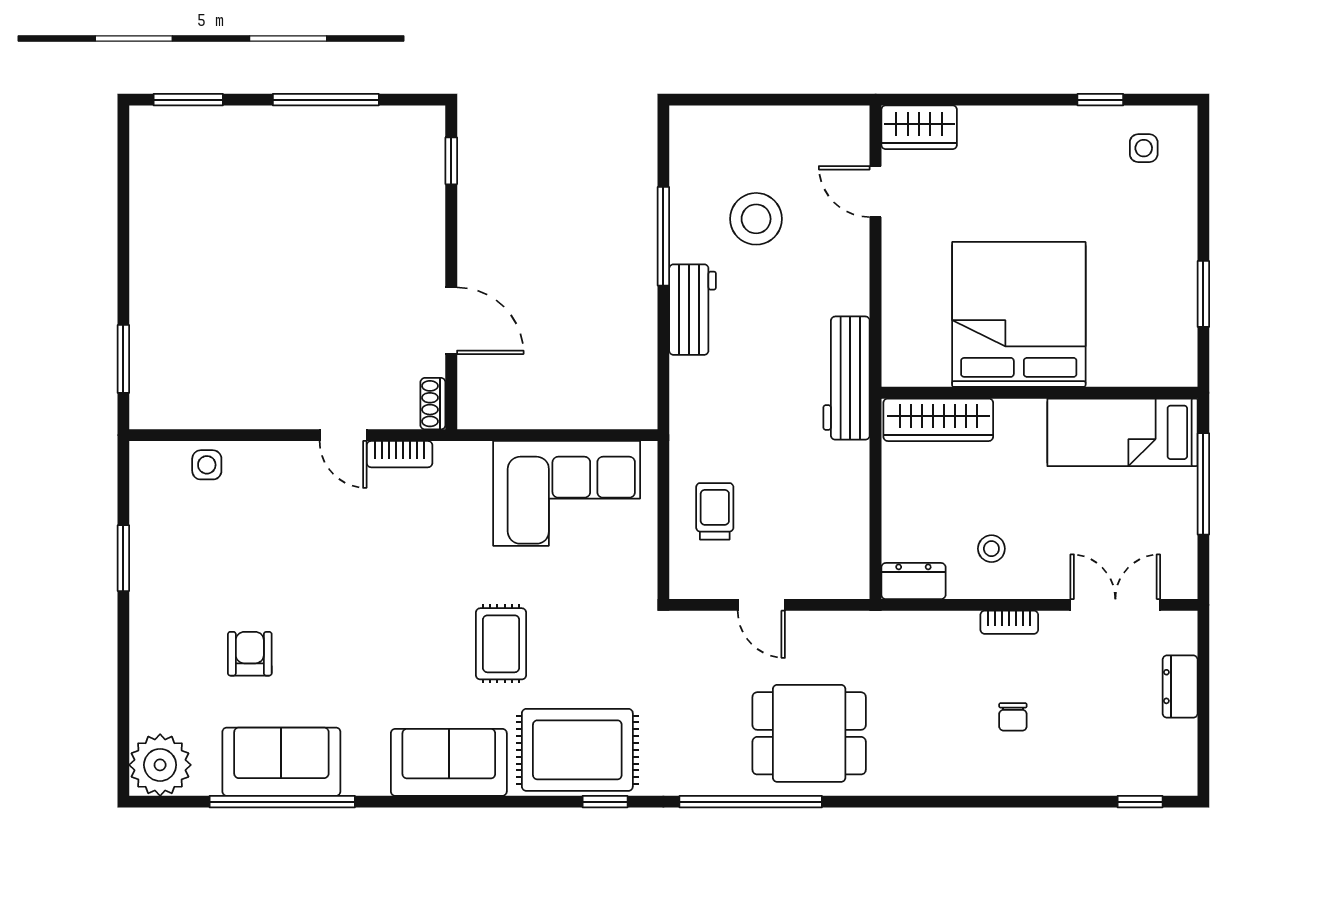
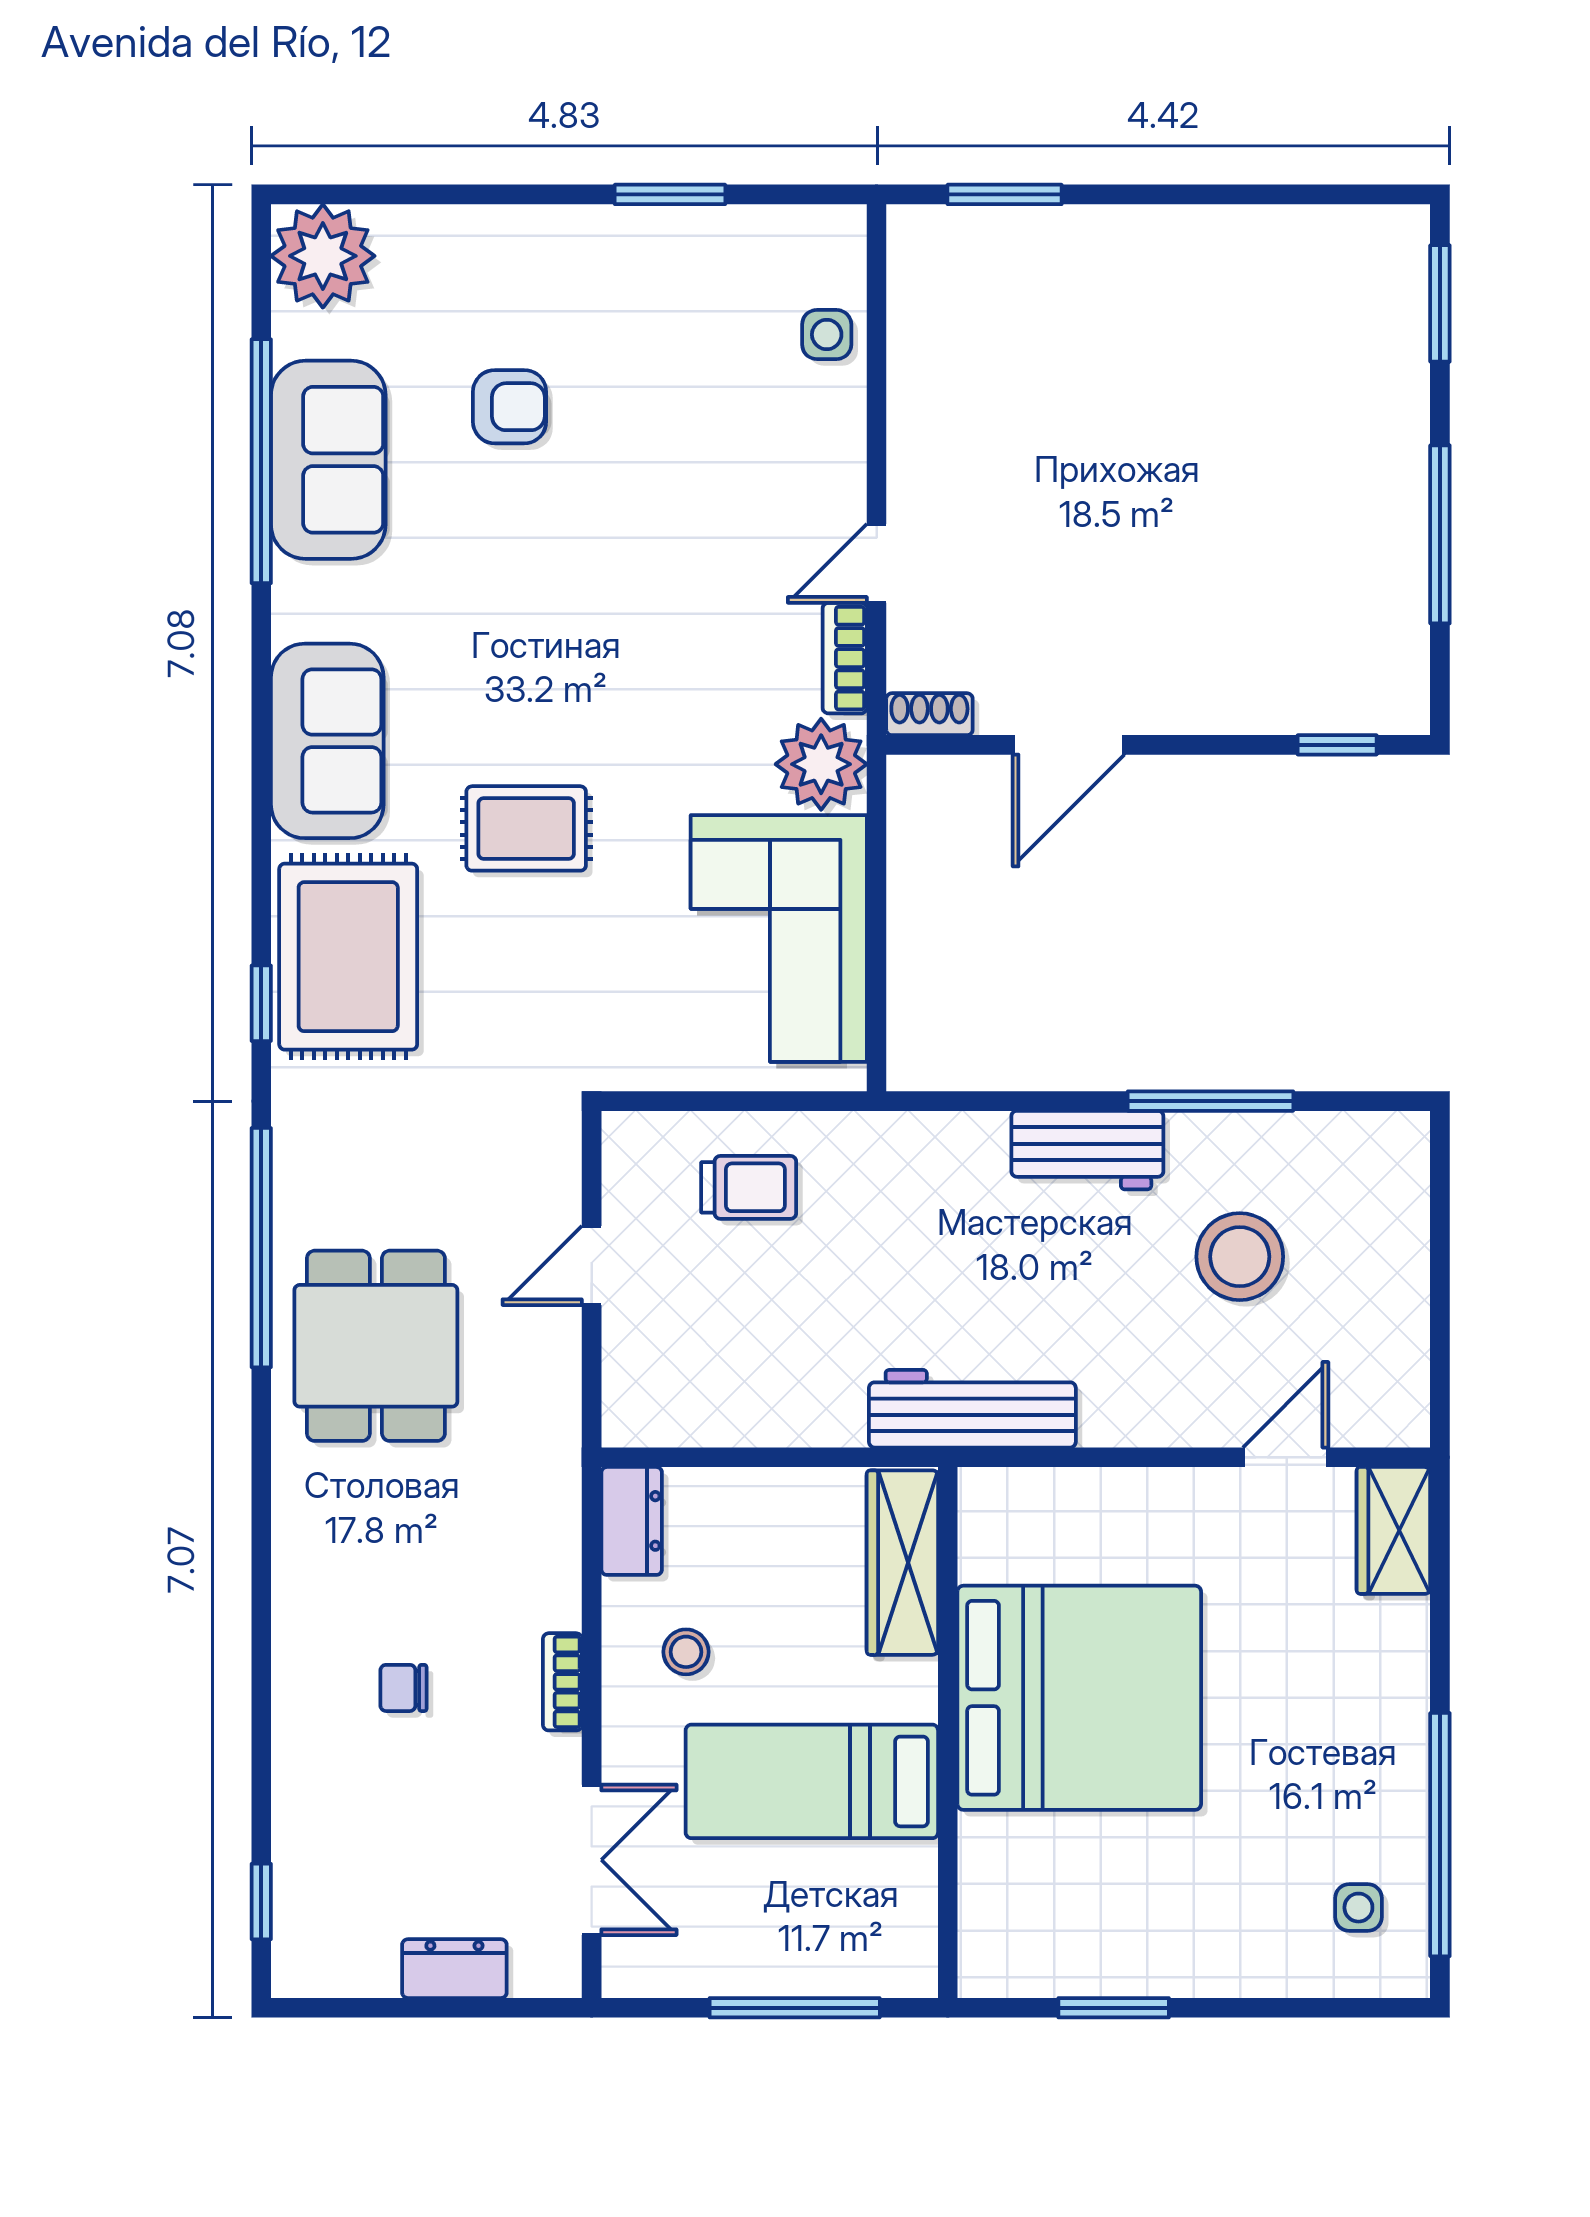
window: (1100, 100) -> (1440, 1835), width x3.17
bed: (1122, 432) -> (812, 1781), moved, turned -90
plant: (463, 468) -> (821, 764), added

